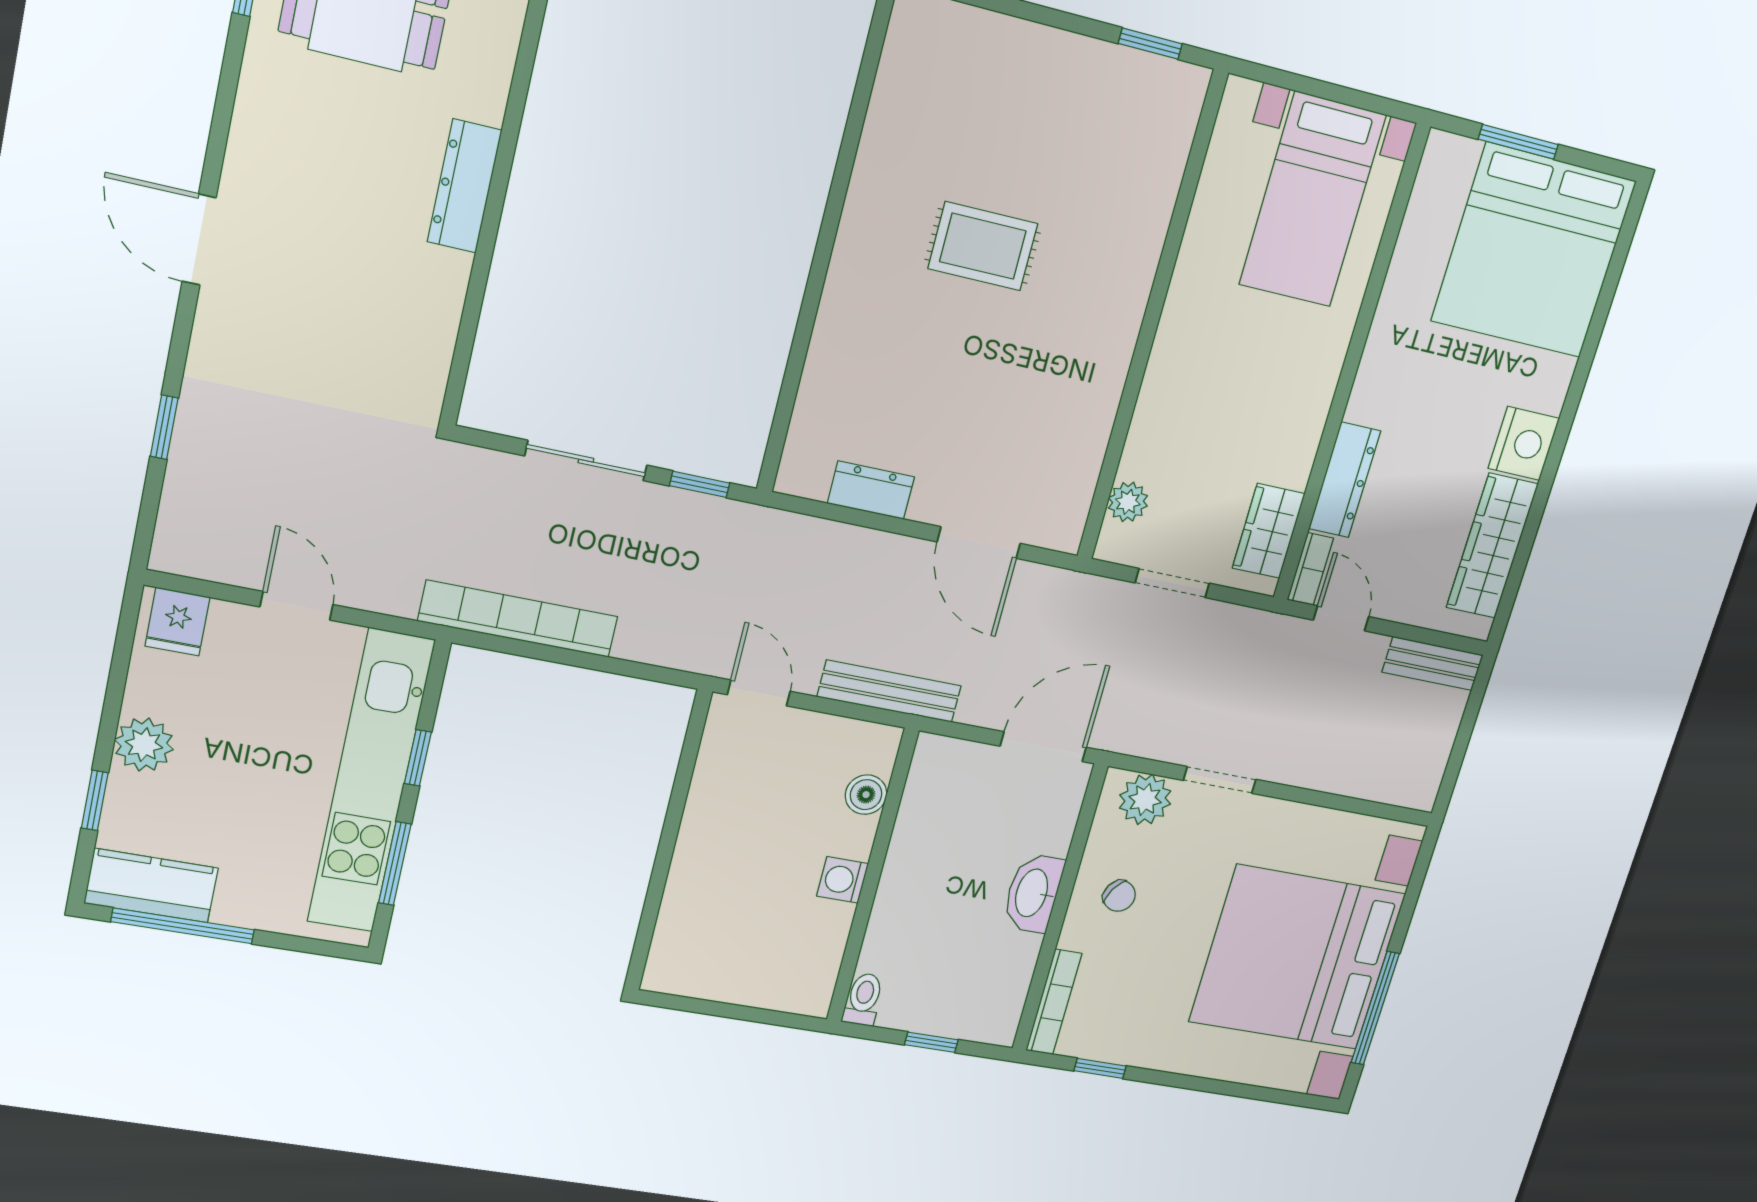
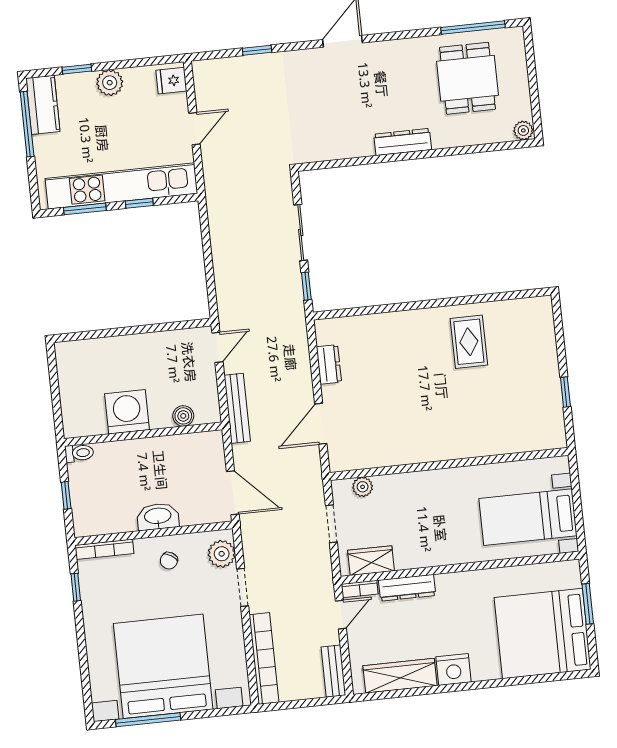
window: (1150, 44) -> (565, 392), moved
rug: (983, 246) -> (469, 342), moved
bookcase: (518, 619) -> (264, 658), moved
washing machine: (843, 880) -> (127, 412), width x1.89, depth x1.89

